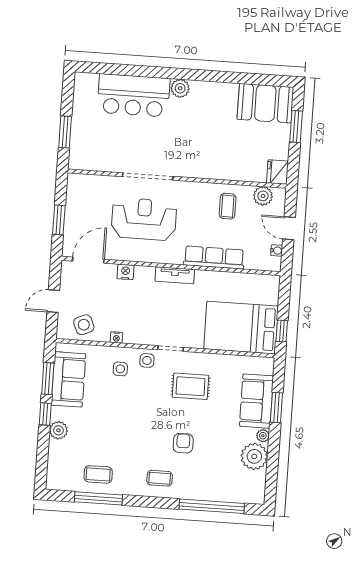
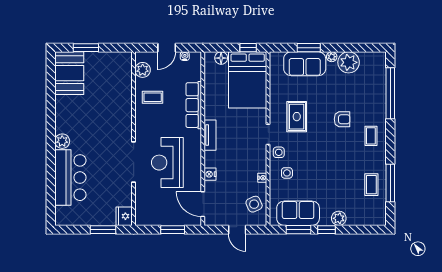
fridge: (277, 172) -> (124, 216), moved, turned 90
floor lamp: (271, 296) -> (221, 58), added
armchair: (183, 443) -> (342, 119), turned 180

